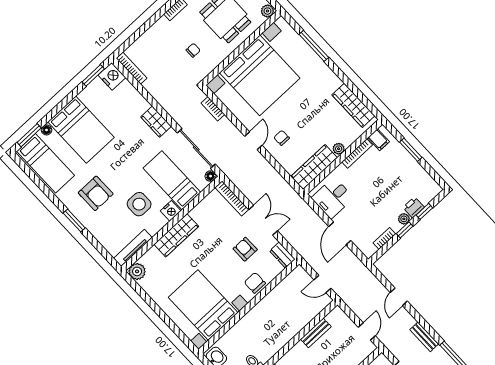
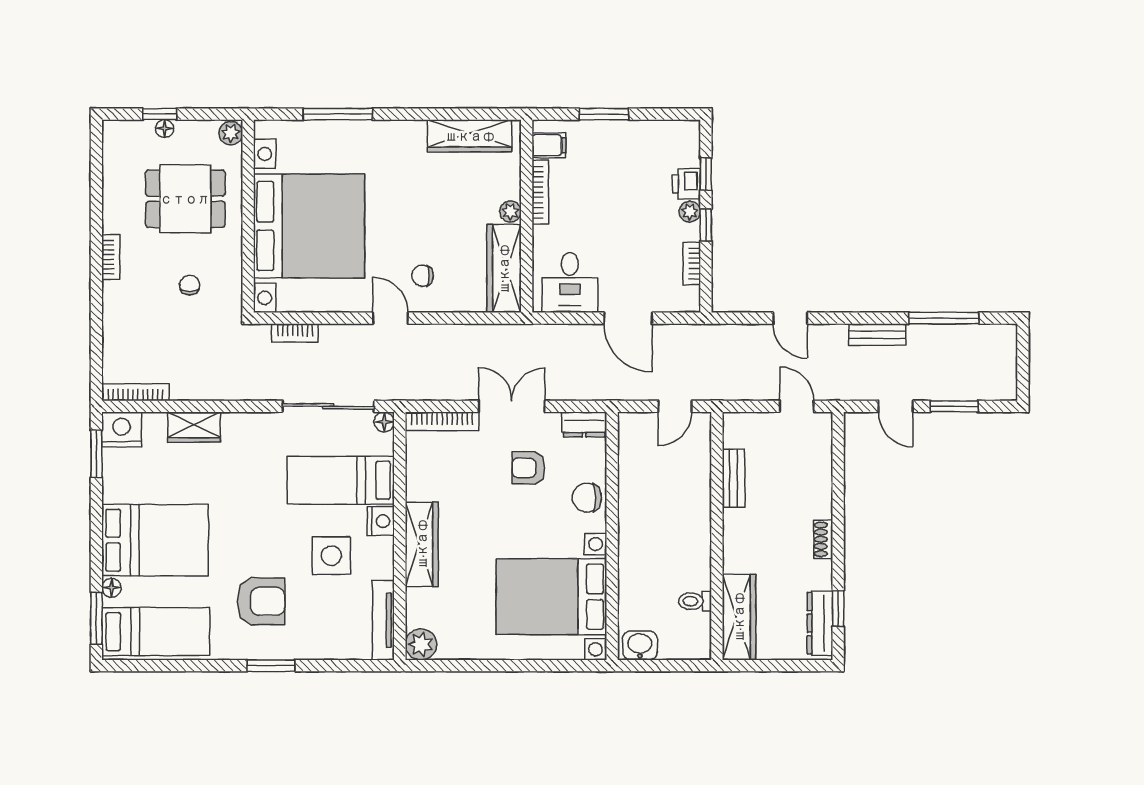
wardrobe: (156, 122) -> (194, 427), moved

